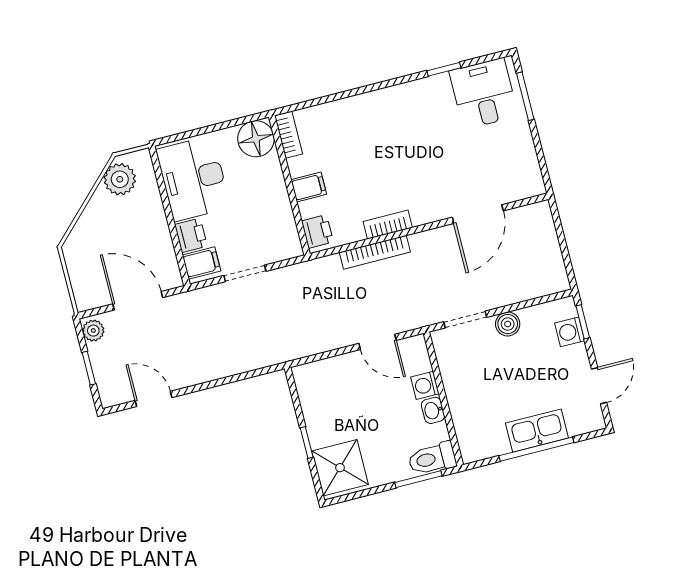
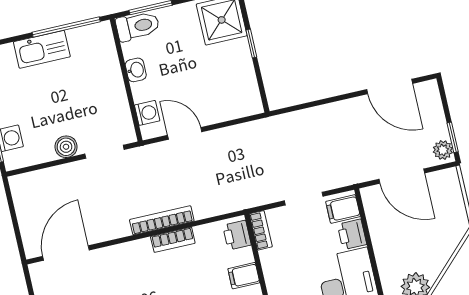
door: (478, 214) -> (66, 253), moved
bookcase: (291, 237) -> (261, 230), added
bookcase: (375, 252) -> (162, 220), moved
window: (89, 368) -> (453, 137), moved
washing machine: (425, 385) -> (147, 113), moved
door: (154, 399) -> (390, 86), width x1.38
window: (536, 449) -> (66, 27), moved

